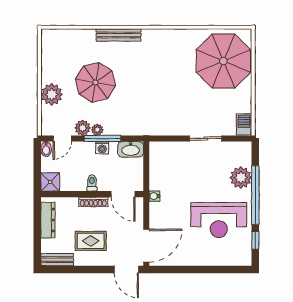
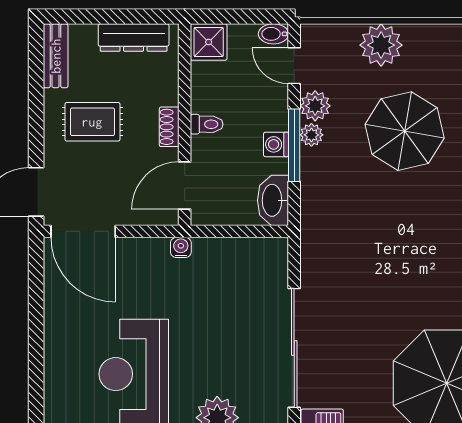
sliding door: (206, 139) -> (294, 348), width x1.86
shoe rack: (93, 202) -> (169, 127), width x0.70
rug: (91, 241) -> (92, 122), turned 90

